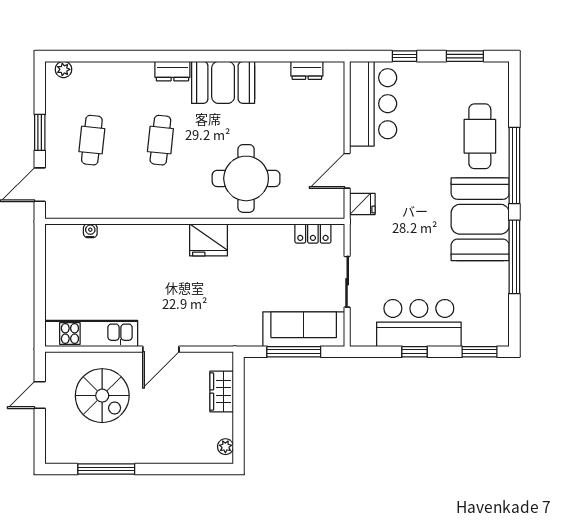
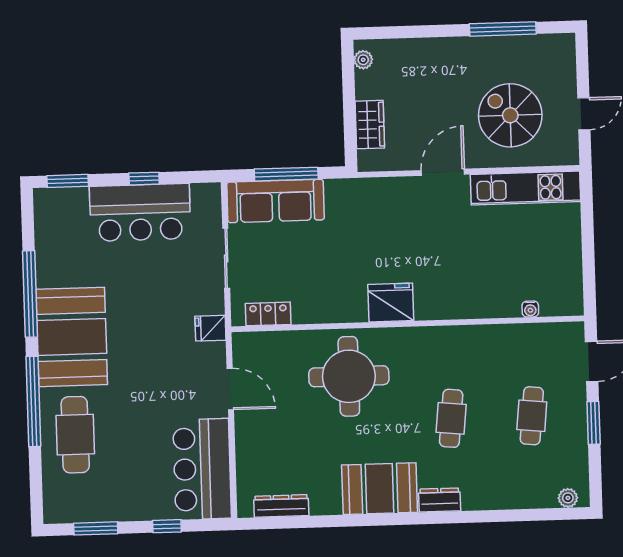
dresser: (307, 70) -> (281, 506), width x1.44
door: (347, 171) -> (230, 389), hinge flipped
fridge: (362, 204) -> (210, 328), moved

